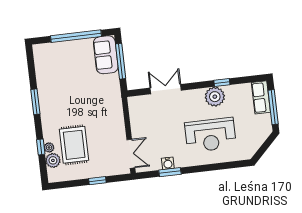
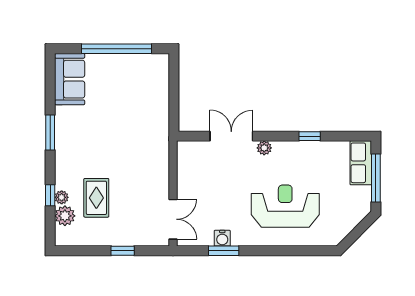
sofa: (106, 55) -> (70, 79), moved, turned 180
window: (121, 61) -> (174, 90), removed
plant: (215, 97) -> (264, 148), moved, width x0.53, depth x0.53
reception desk: (210, 135) -> (285, 206), turned 180
rug: (74, 145) -> (96, 198), width x0.73, depth x0.70

